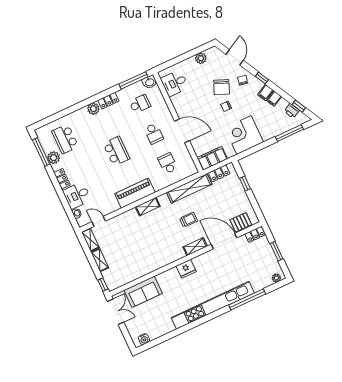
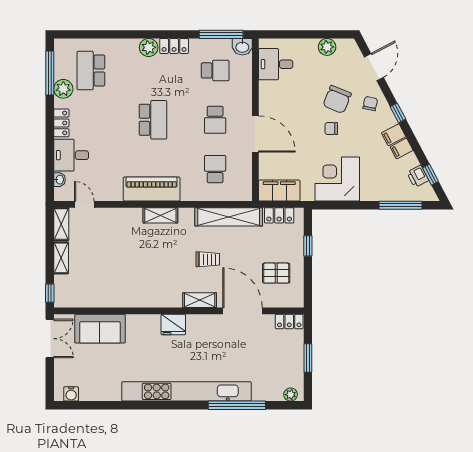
pallet: (241, 222) -> (276, 273), moved

